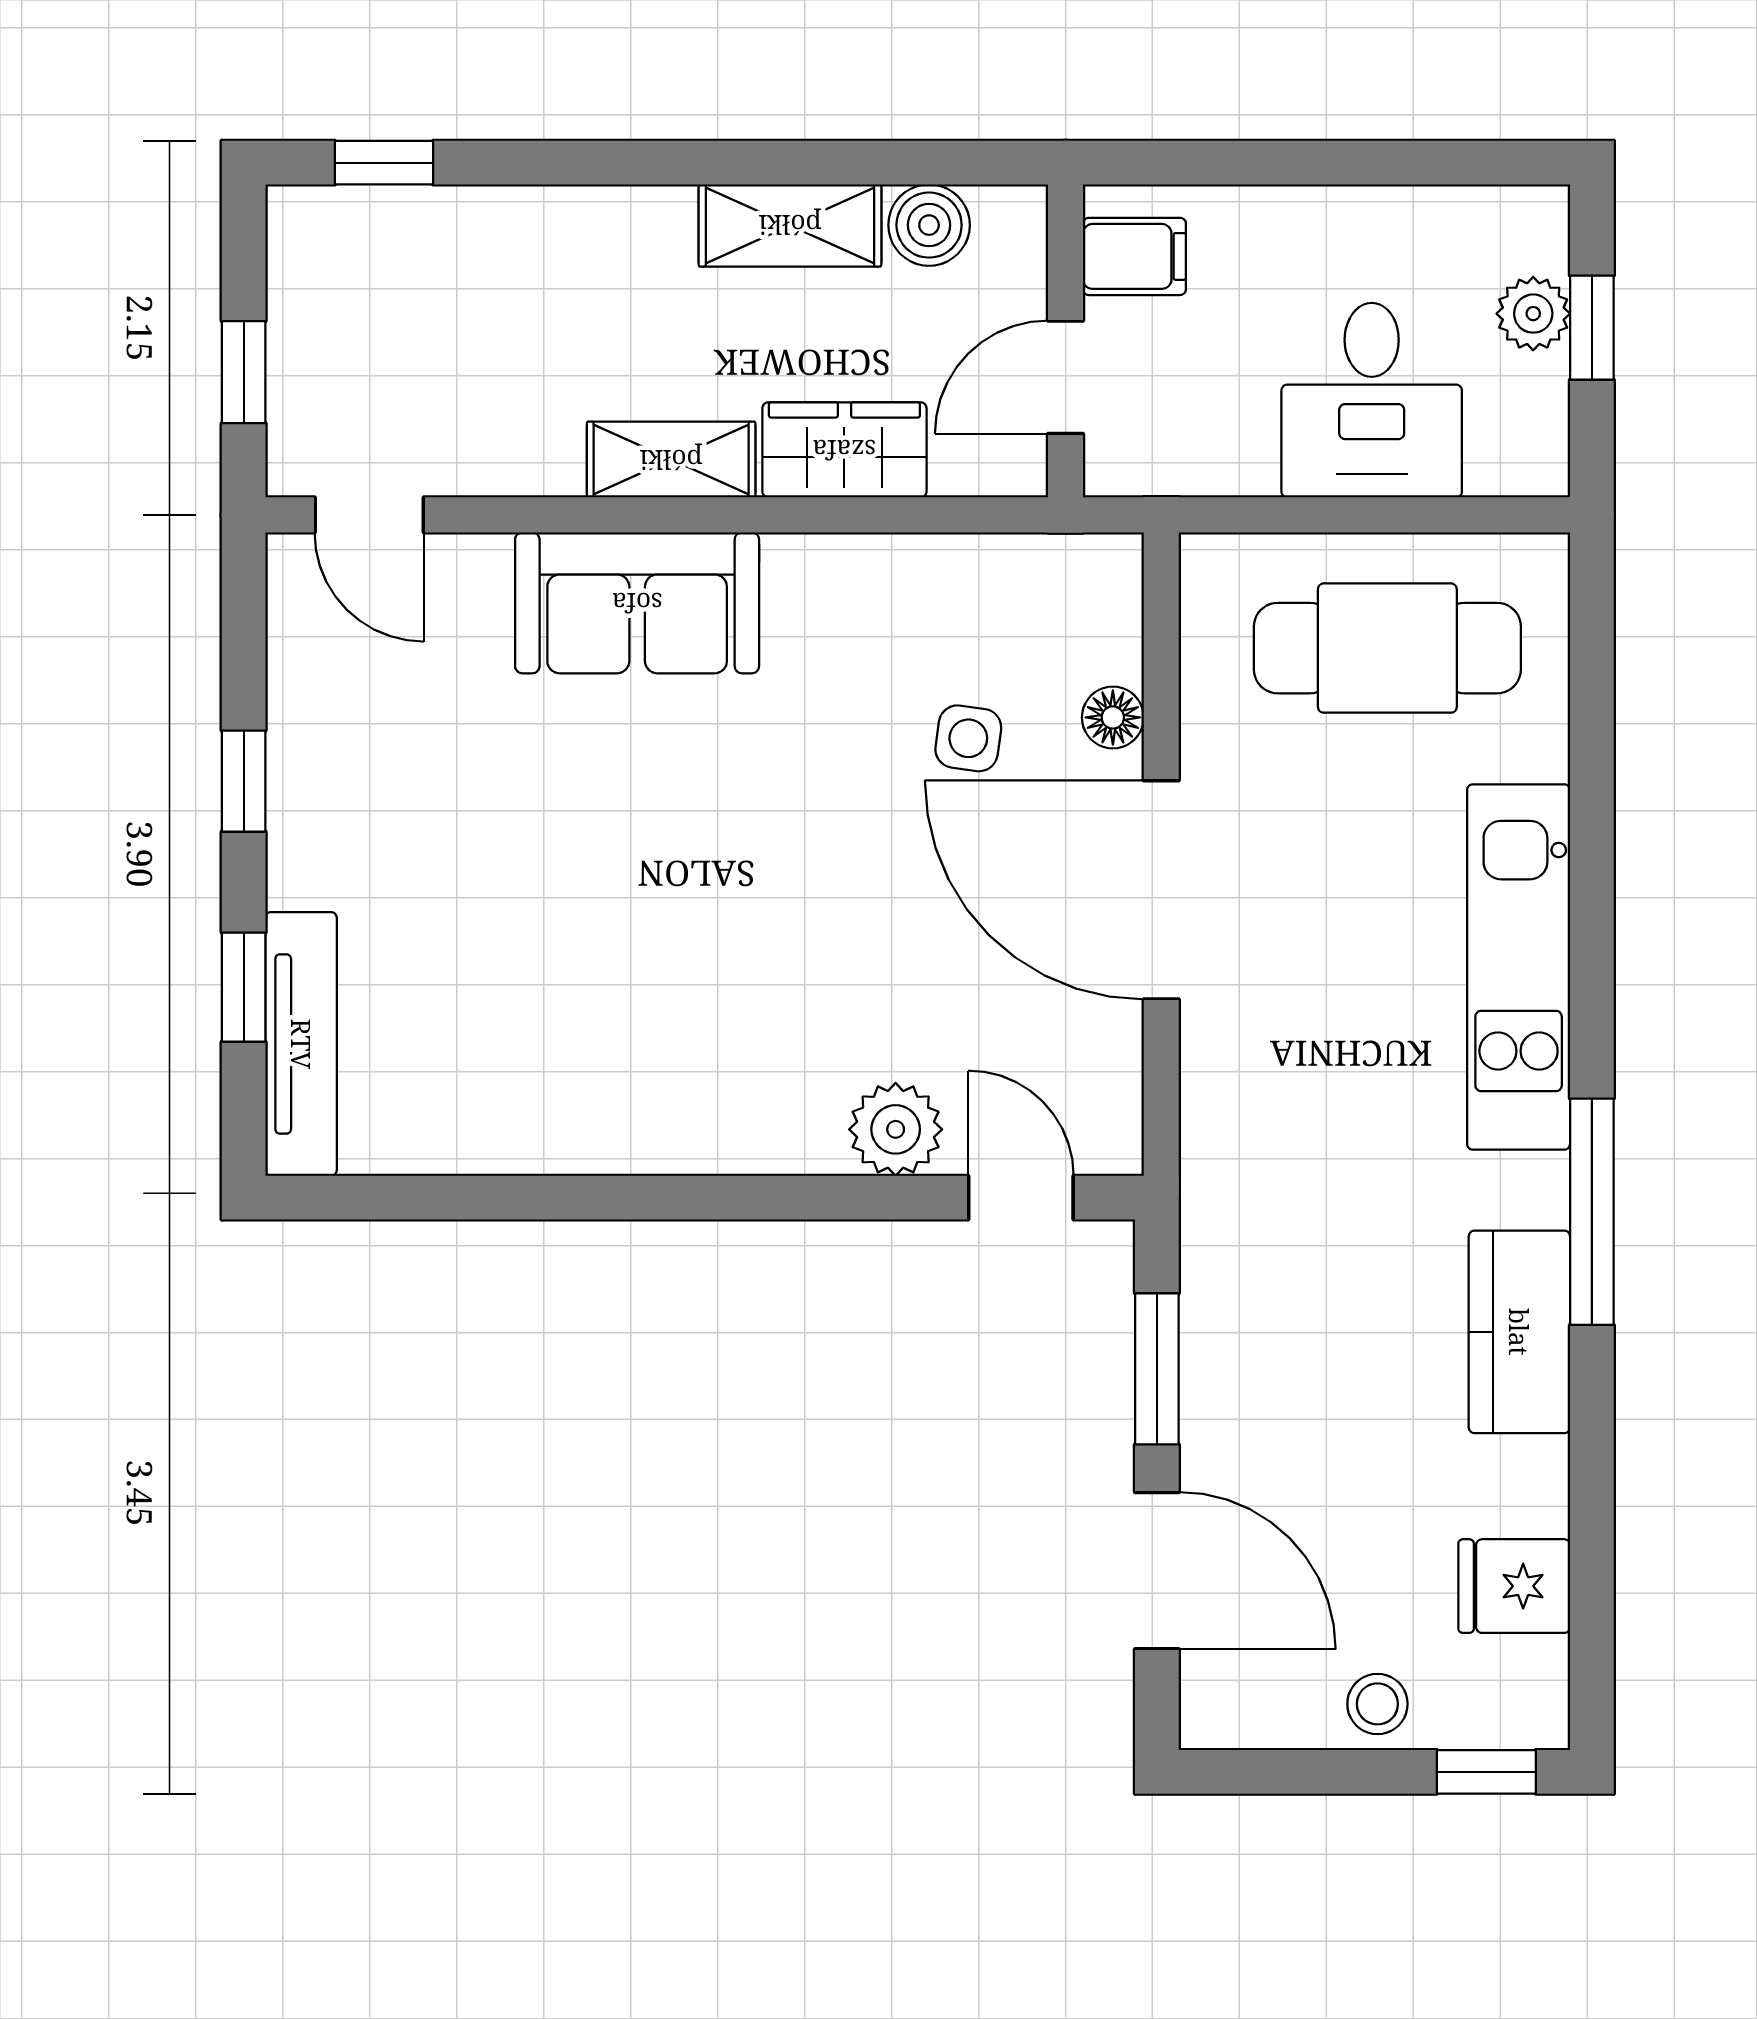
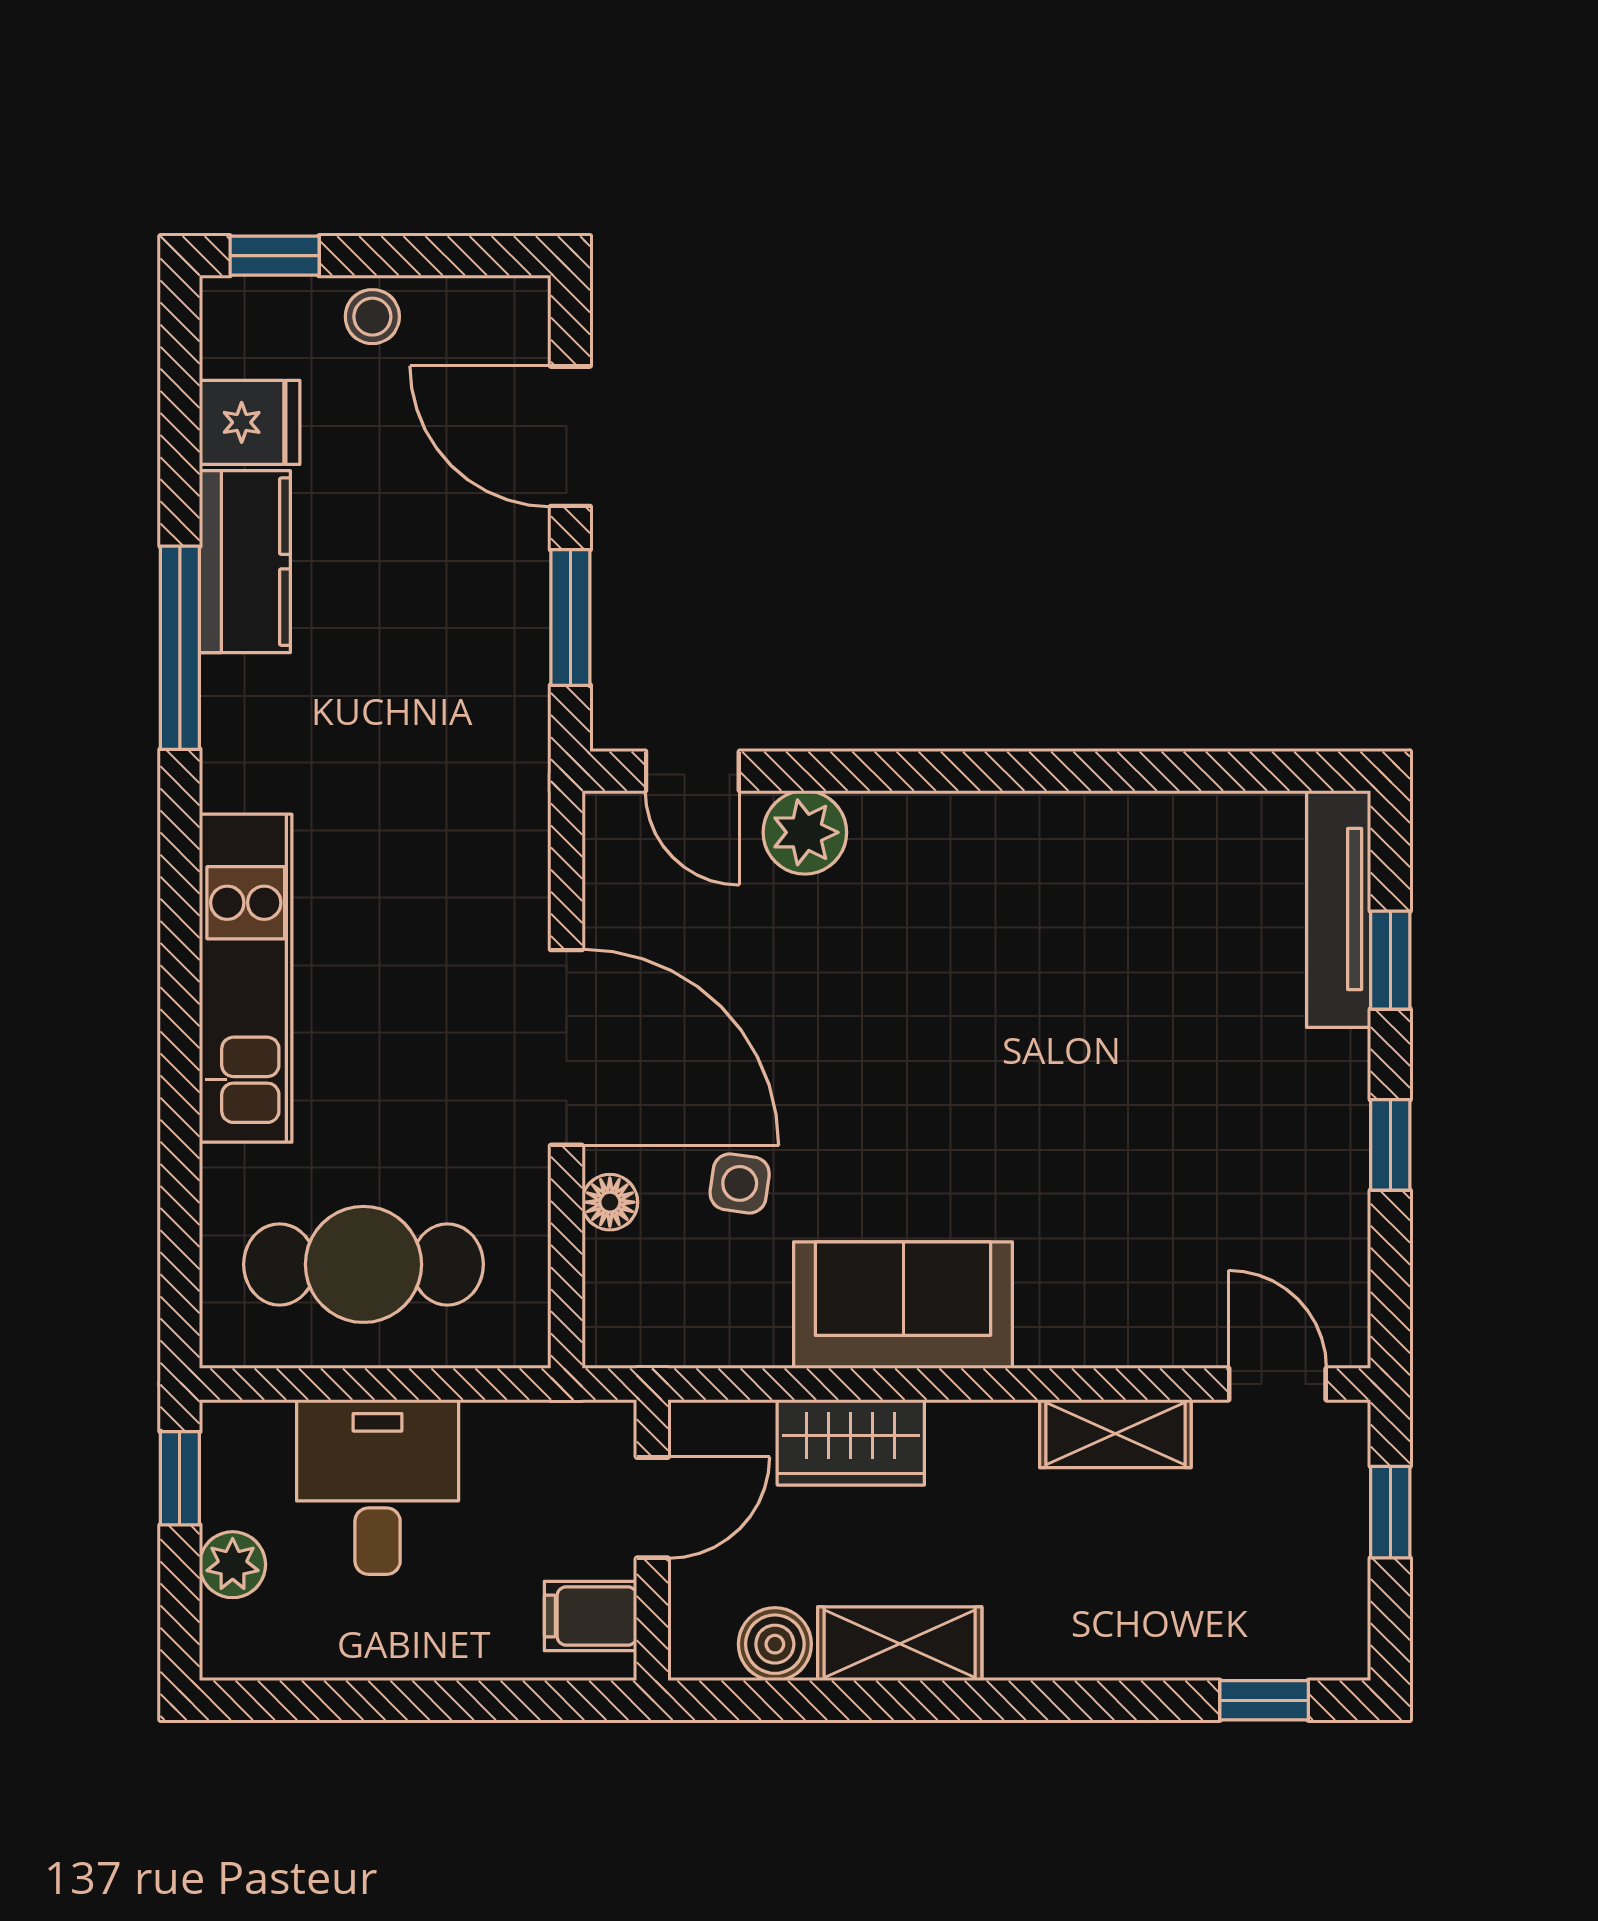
window: (1592, 328) -> (180, 1478), moved
shelving: (671, 460) -> (1115, 1434), moved
sofa: (637, 603) -> (903, 1305), moved
window: (1592, 1212) -> (180, 648), moved
kitchen counter: (1519, 1332) -> (245, 562), moved

